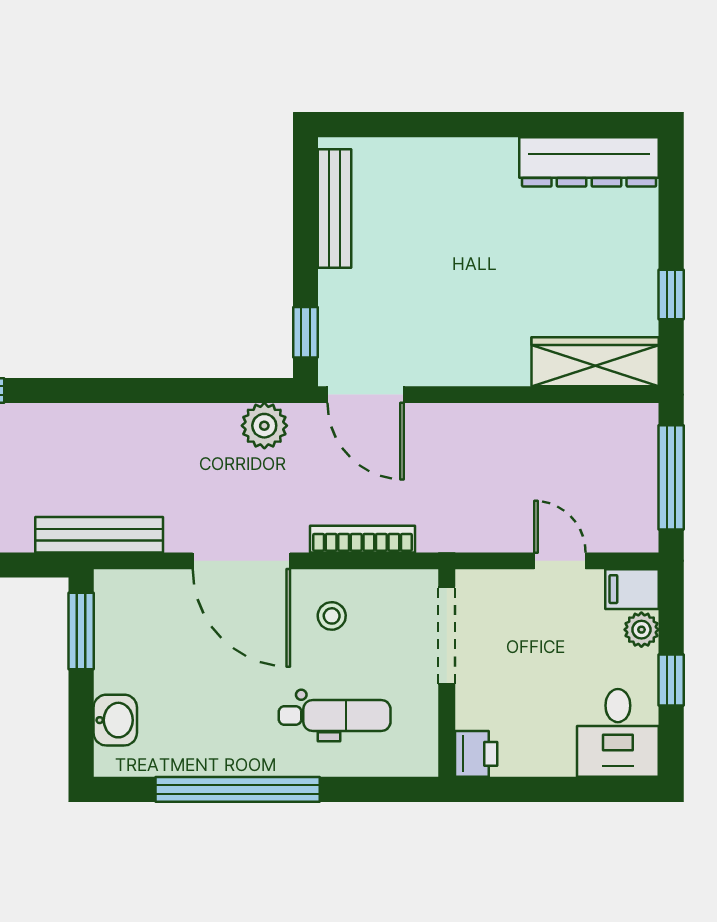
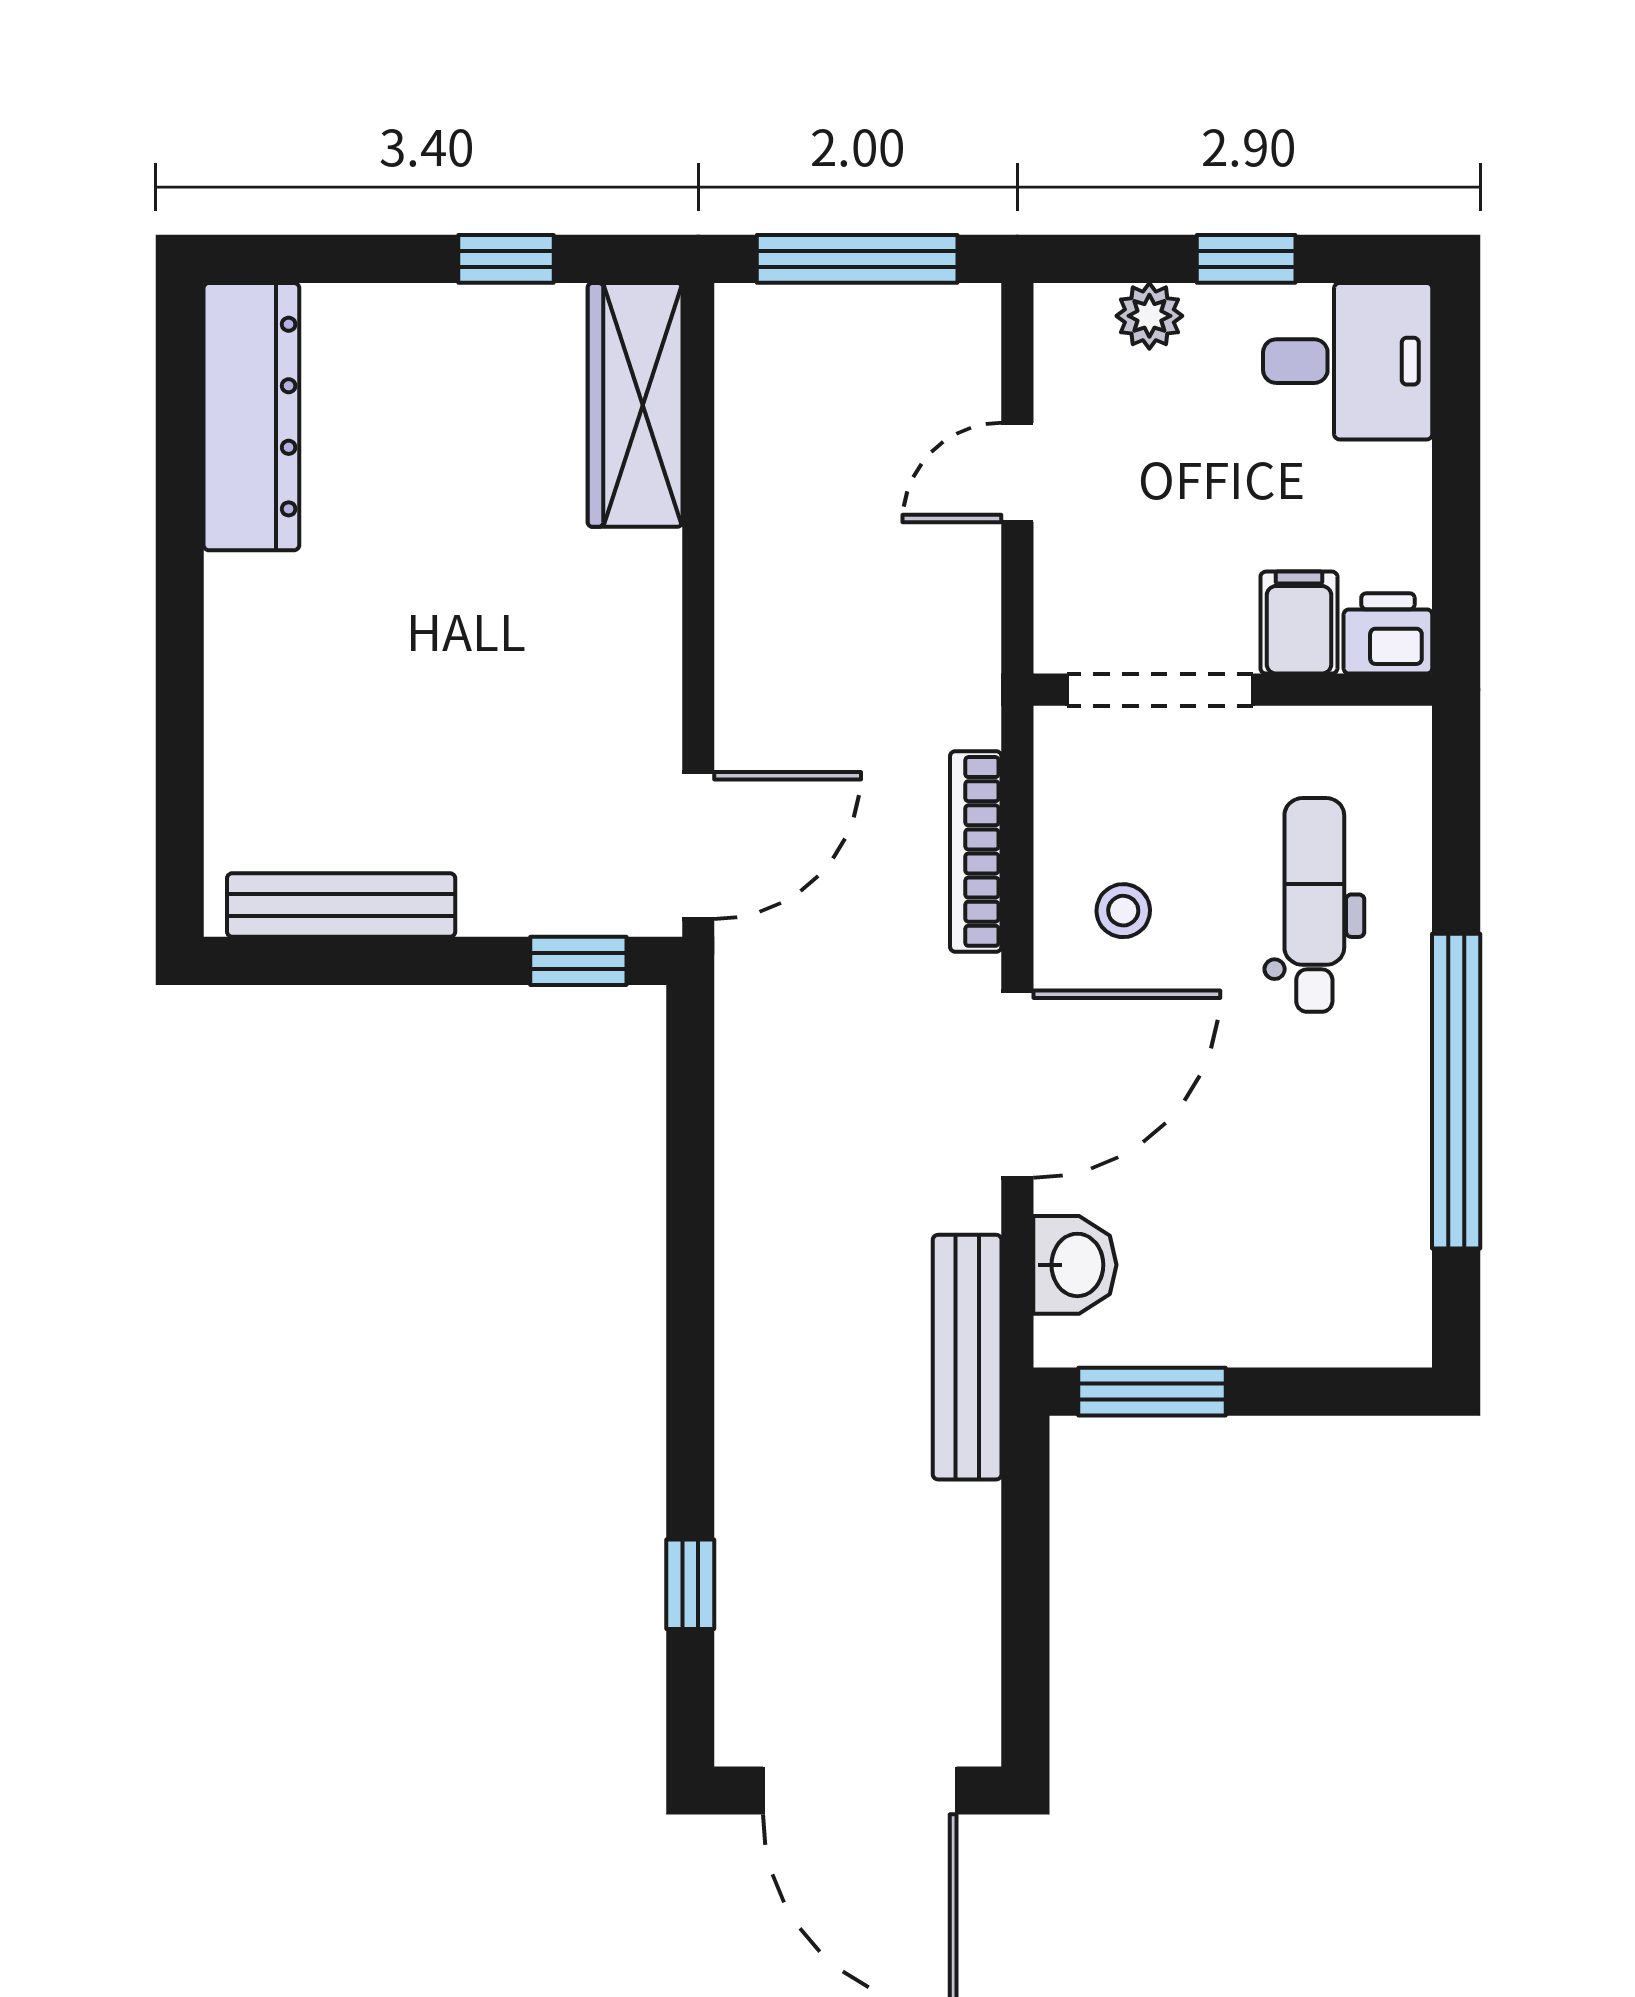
plant: (264, 426) -> (758, 1040), removed
filing cabinet: (632, 589) -> (1299, 623), moved, turned 180
washbasin: (115, 720) -> (1075, 1265), moved, turned 90

